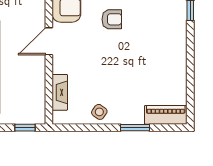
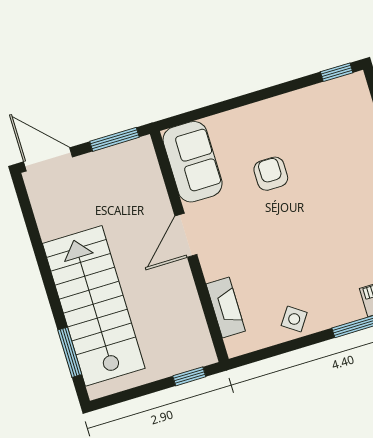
armchair: (112, 19) -> (271, 174), turned -90

